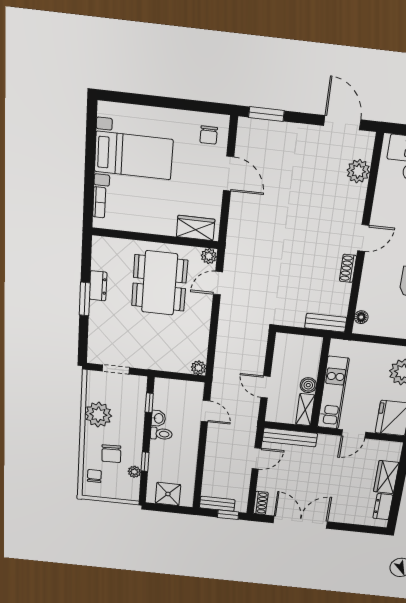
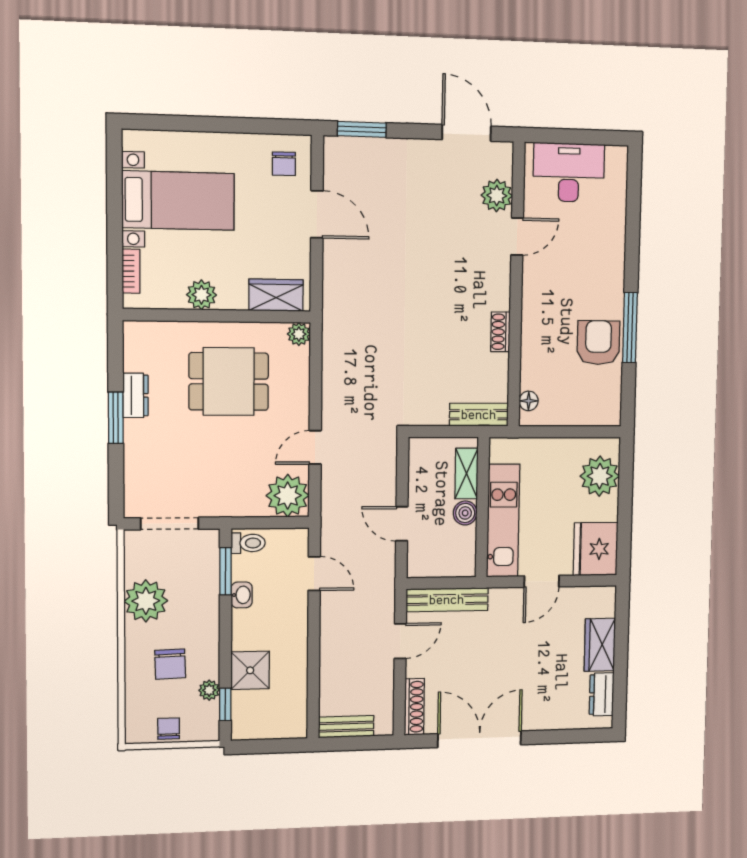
plant: (145, 223) -> (201, 295), added
door: (363, 238) -> (517, 236), moved
dining table: (160, 283) -> (229, 381), width x0.73
door: (218, 283) -> (315, 447), moved
plant: (198, 368) -> (288, 496), width x1.87, depth x1.87
doorway: (116, 369) -> (170, 524), width x1.38
window: (149, 403) -> (225, 571), width x1.50
shelving: (305, 410) -> (467, 474), moved
toilet: (161, 434) -> (248, 543), moved
window: (145, 462) -> (225, 704), moved
chair: (94, 476) -> (169, 729), moved
shower: (168, 494) -> (250, 670), moved
shoe rack: (261, 503) -> (414, 707), width x1.43
window: (228, 515) -> (365, 743), removed

